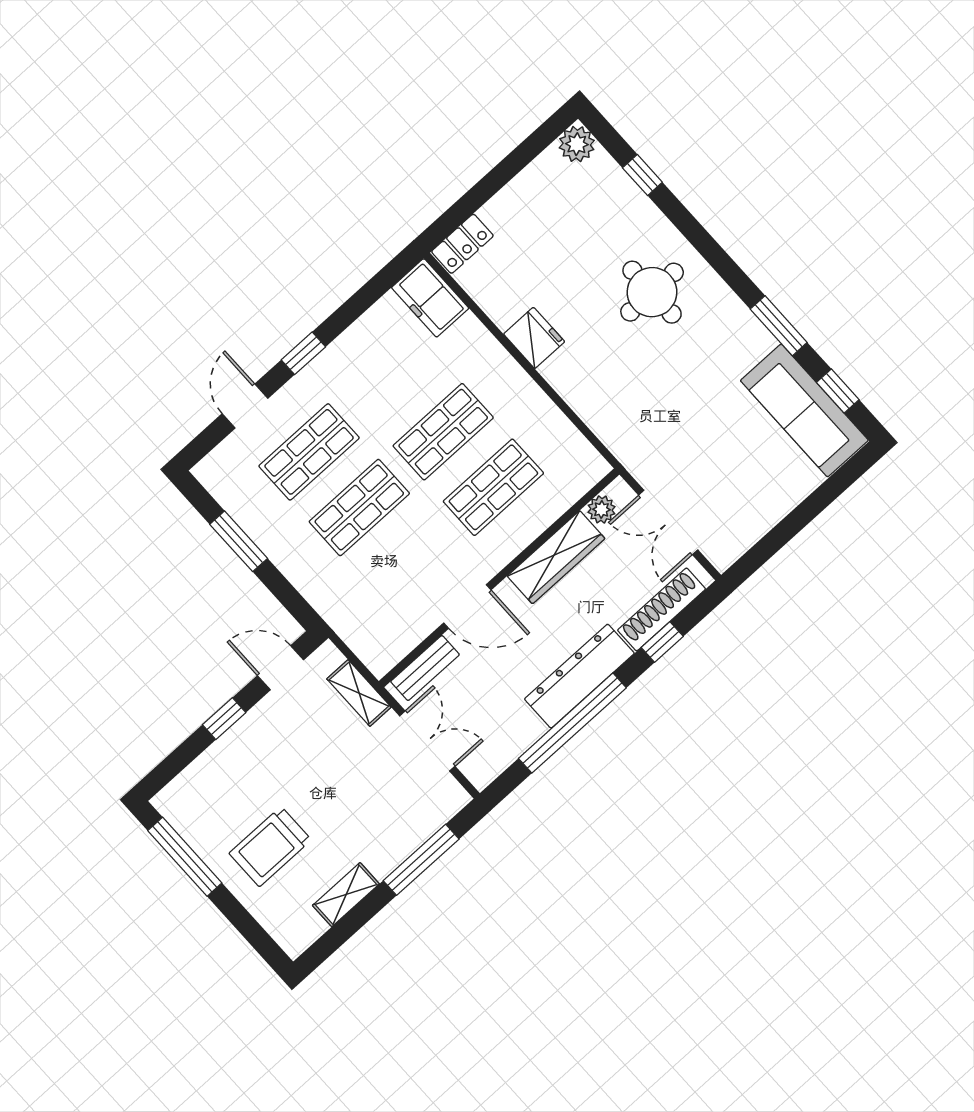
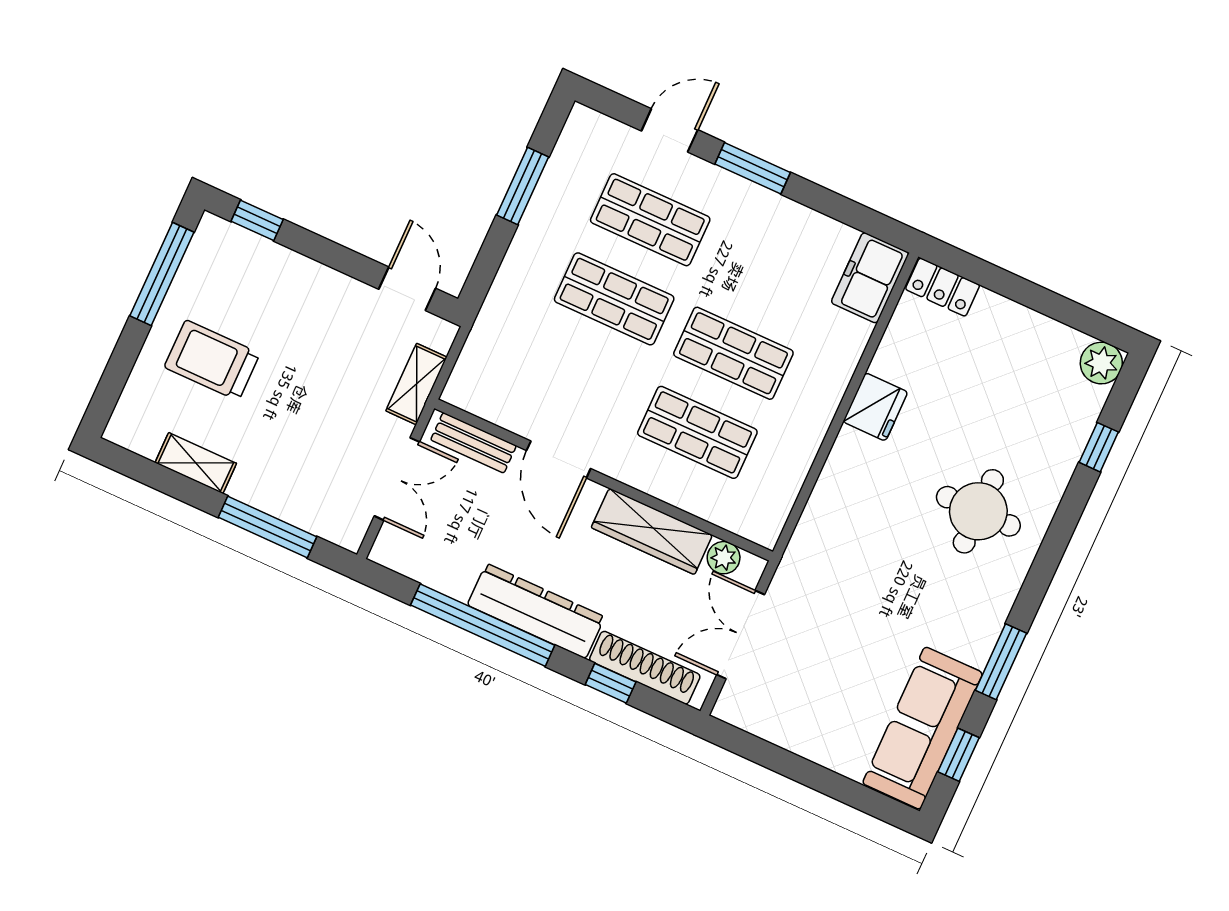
window: (303, 353) -> (753, 168), width x1.50
window: (224, 719) -> (257, 220), moved

